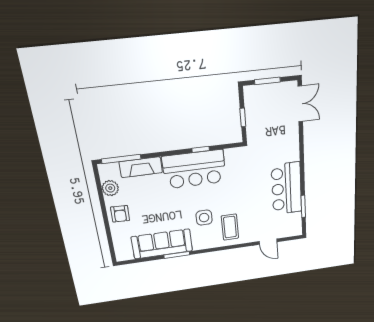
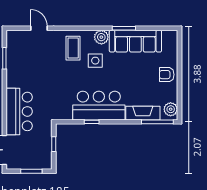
plant: (110, 188) -> (171, 109), moved
bar counter: (287, 189) -> (19, 111), moved
armchair: (120, 214) -> (167, 75), turned -92
plant: (200, 242) -> (101, 37), added

